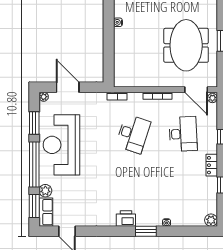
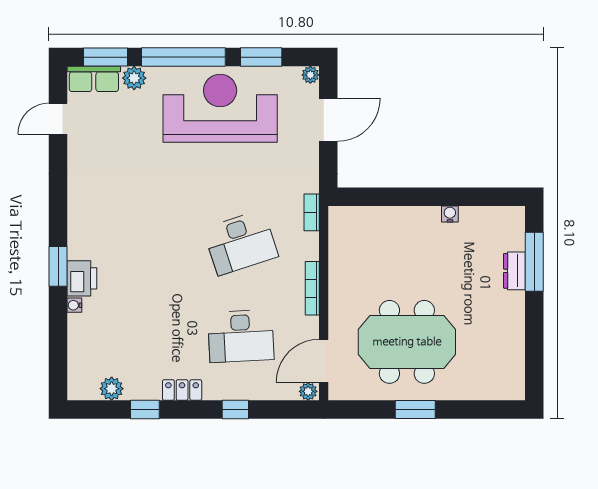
desk: (133, 134) -> (241, 243), turned -36
printer: (126, 219) -> (82, 278), moved
plant: (211, 220) -> (112, 389), moved

